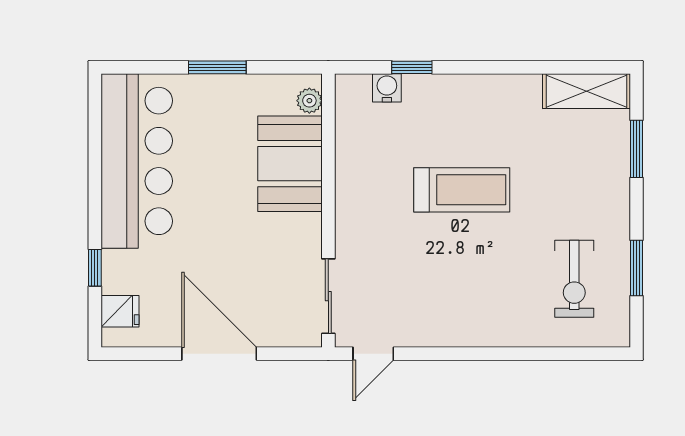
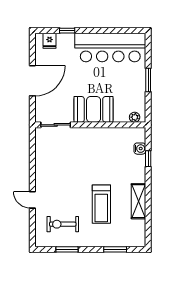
shelving: (586, 91) -> (138, 201), moved
booth: (290, 164) -> (94, 109), moved
treadmill: (462, 190) -> (101, 204), moved
door: (373, 354) -> (32, 200), moved

